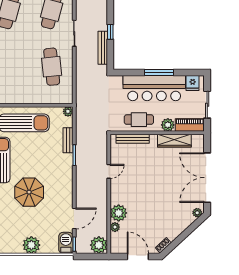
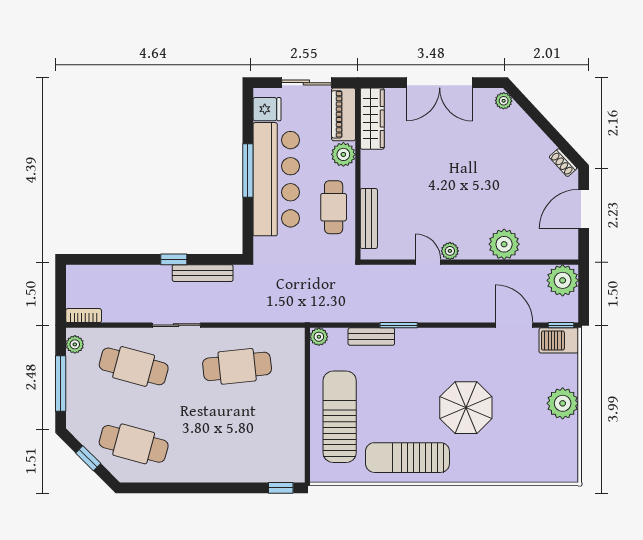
wardrobe: (174, 141) -> (372, 119), moved
double door: (207, 178) -> (440, 83), width x0.73
plant: (115, 227) -> (450, 251), moved

